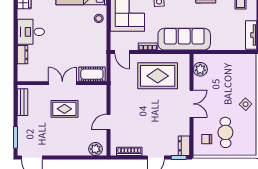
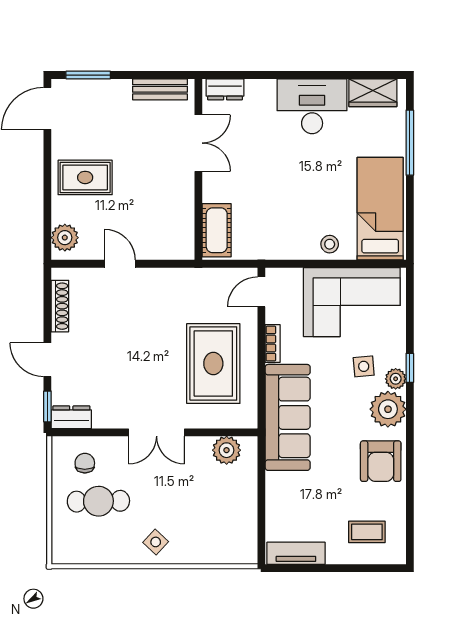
desk: (31, 32) -> (312, 106), width x1.37
dresser: (22, 55) -> (225, 89), moved
double door: (62, 83) -> (198, 143), moved
rug: (64, 109) -> (85, 177), moved, turned 90

